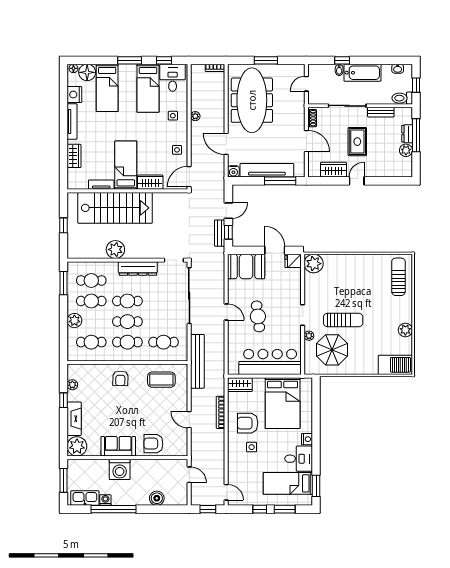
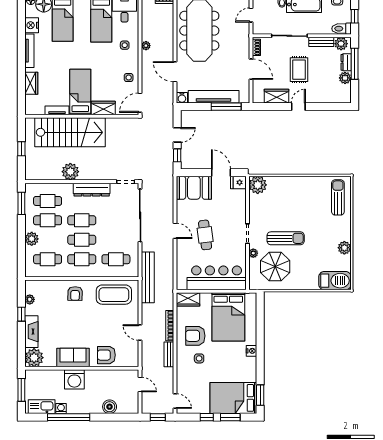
plant: (402, 114) -> (341, 44), added
bench: (220, 233) -> (169, 354), moved
coffee table: (161, 380) -> (114, 295), width x1.36, depth x1.32
desk: (299, 459) -> (244, 369), removed
bed: (288, 483) -> (233, 398), width x1.50

